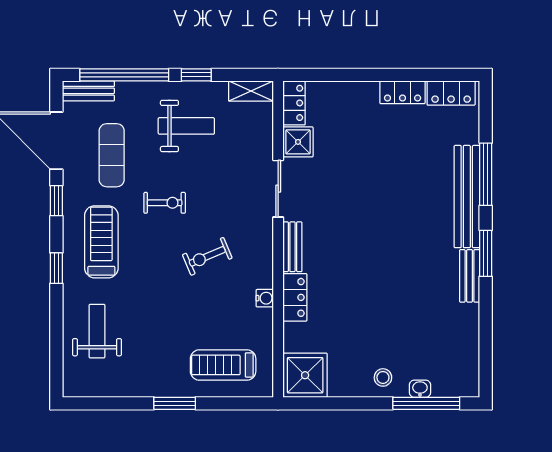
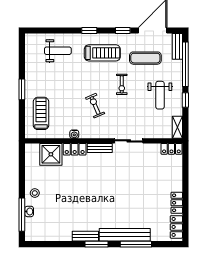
shower: (298, 142) -> (152, 151), removed
shower: (305, 375) -> (51, 154), moved

